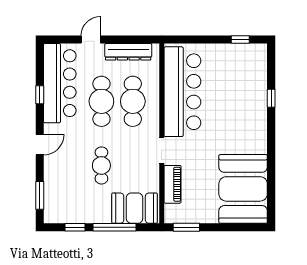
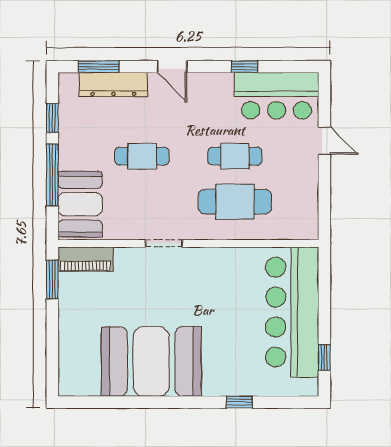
dresser: (128, 52) -> (113, 84), moved, turned -90
bar counter: (60, 83) -> (277, 96), width x0.73
bar counter: (182, 92) -> (292, 312), moved, turned 90
cafe table: (101, 101) -> (235, 156), width x0.73, depth x0.74
piano: (172, 184) -> (86, 259), moved
booth: (243, 189) -> (151, 361), moved

